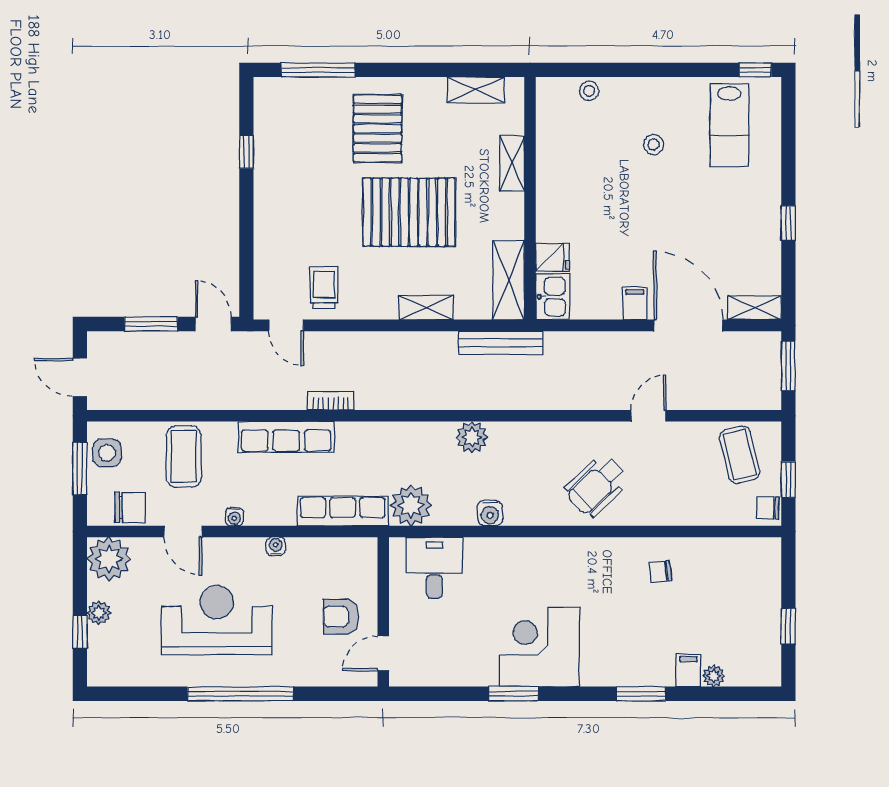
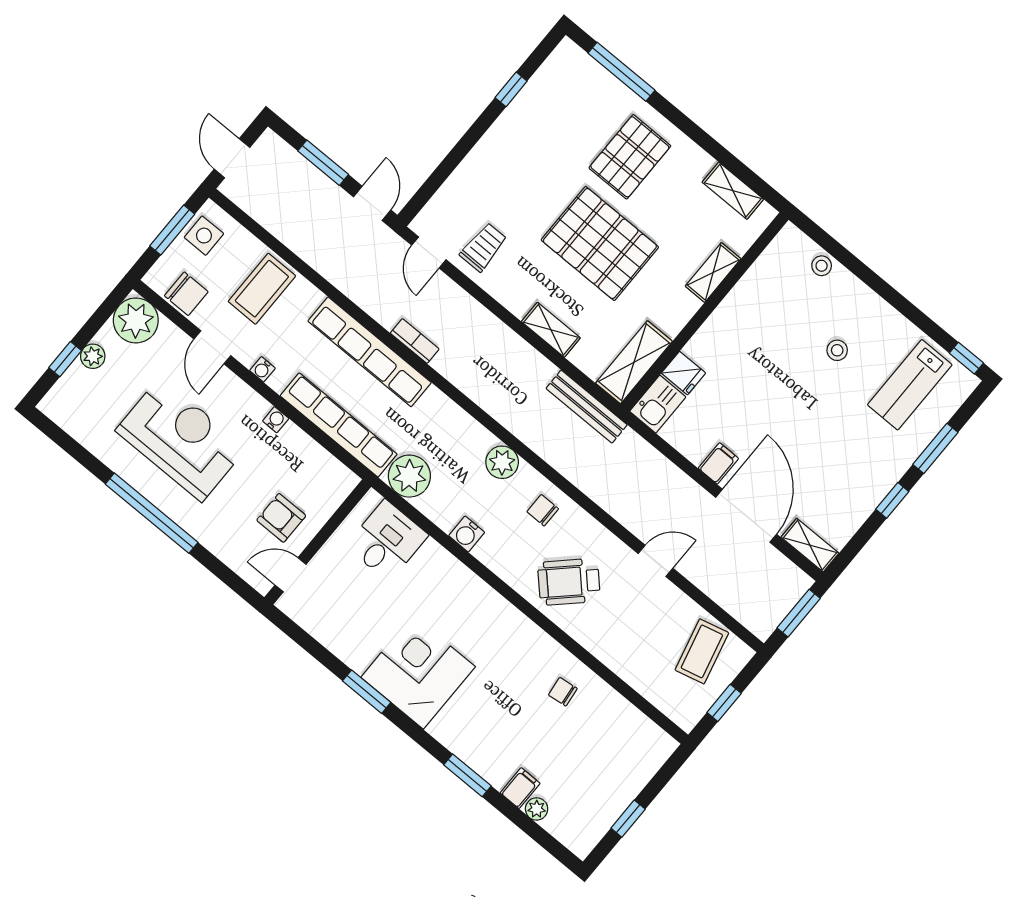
window: (788, 157) -> (935, 448), added
row of seats: (286, 437) -> (370, 352), width x1.36
chair: (768, 508) -> (543, 510), moved
row of seats: (343, 511) -> (339, 425), width x1.36

